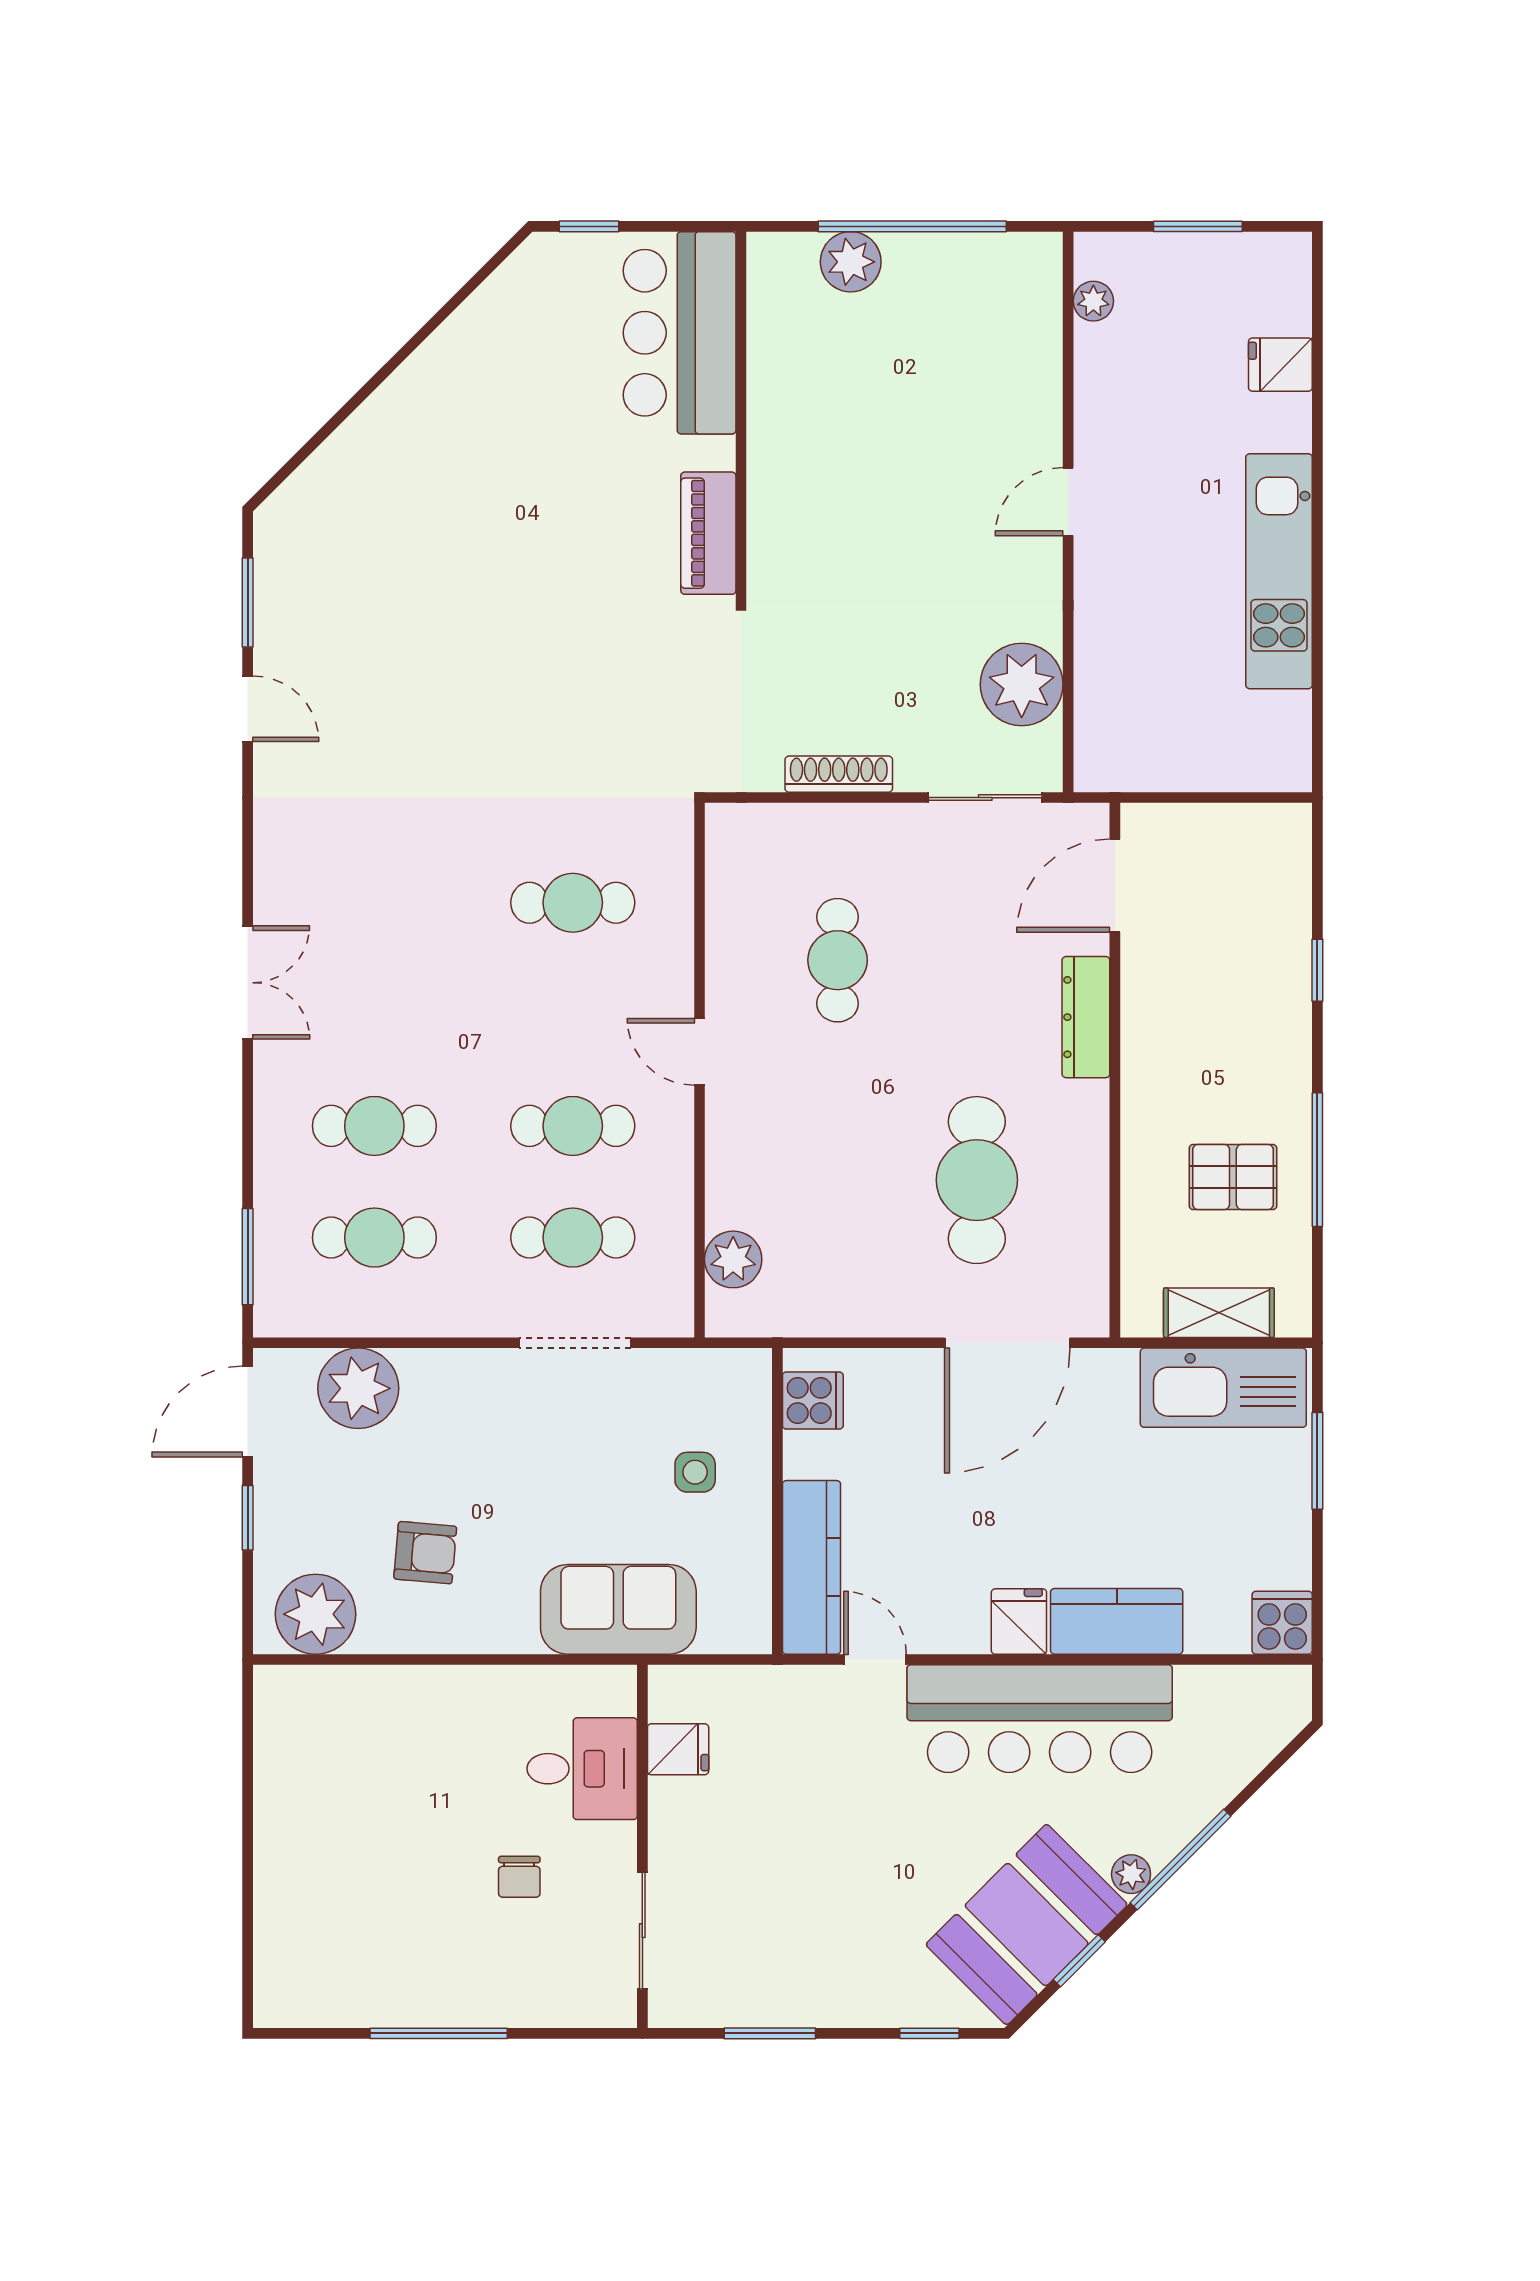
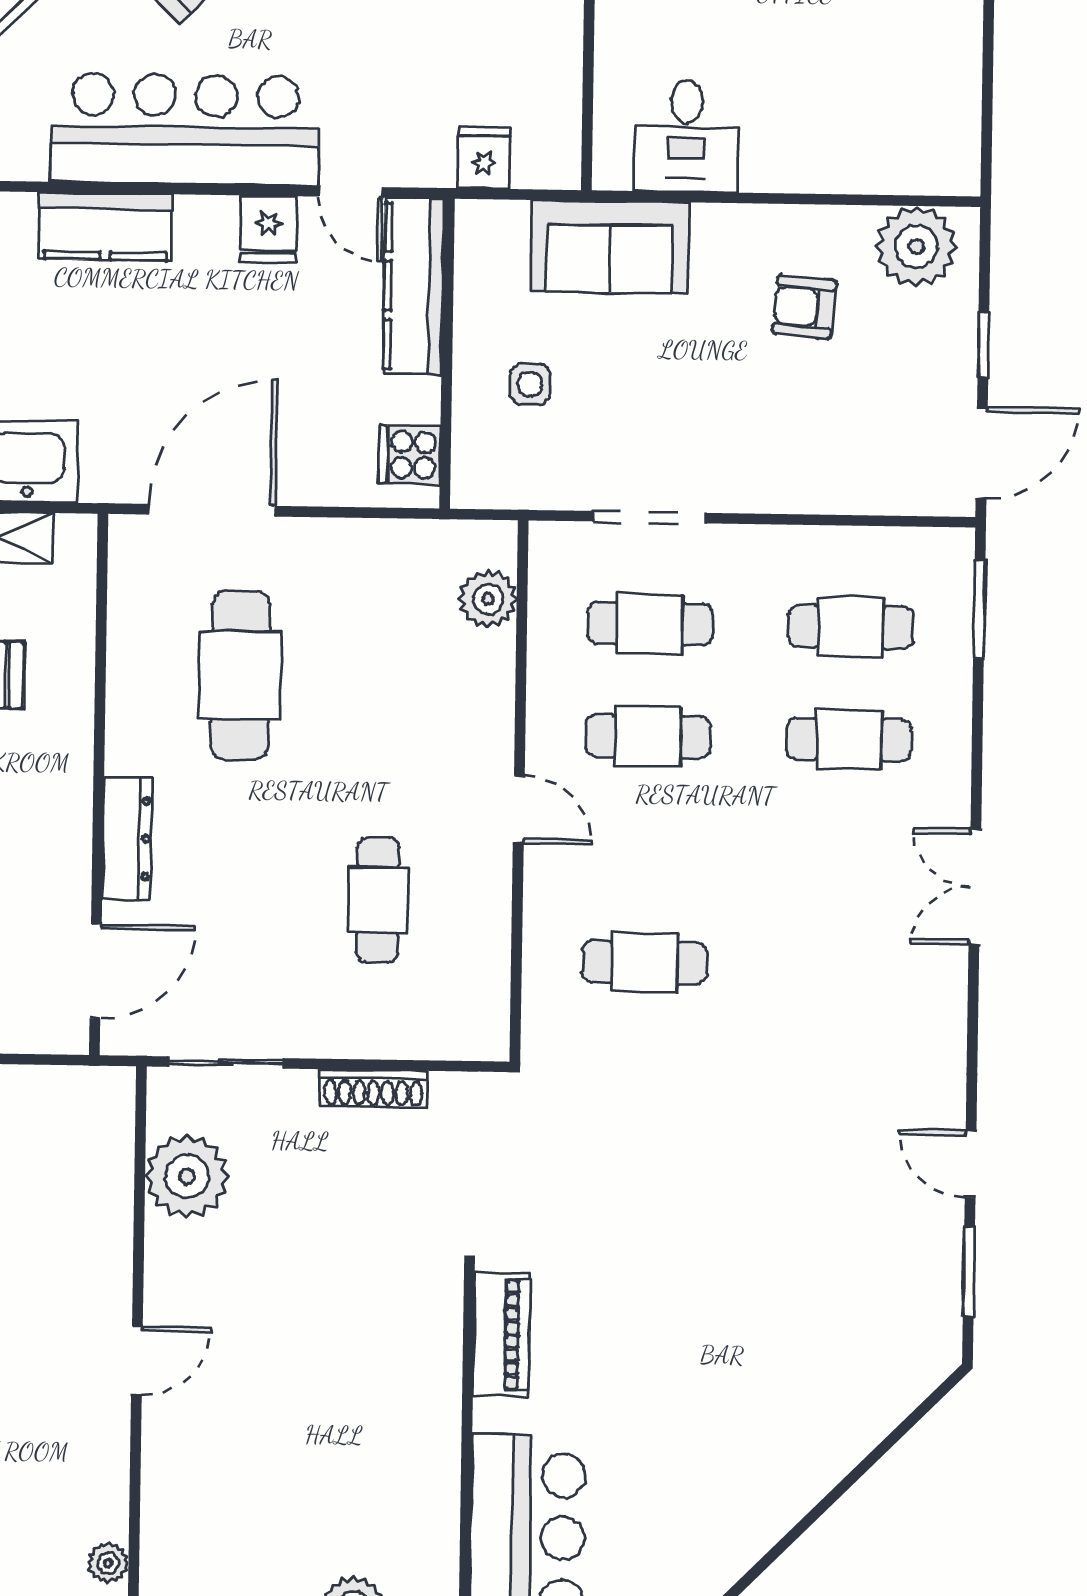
plant: (358, 1388) -> (870, 474), removed
fridge: (1019, 1622) -> (269, 229), moved
fridge: (678, 1749) -> (484, 158), moved, turned 90
desk: (582, 1769) -> (686, 136), moved, turned -90

